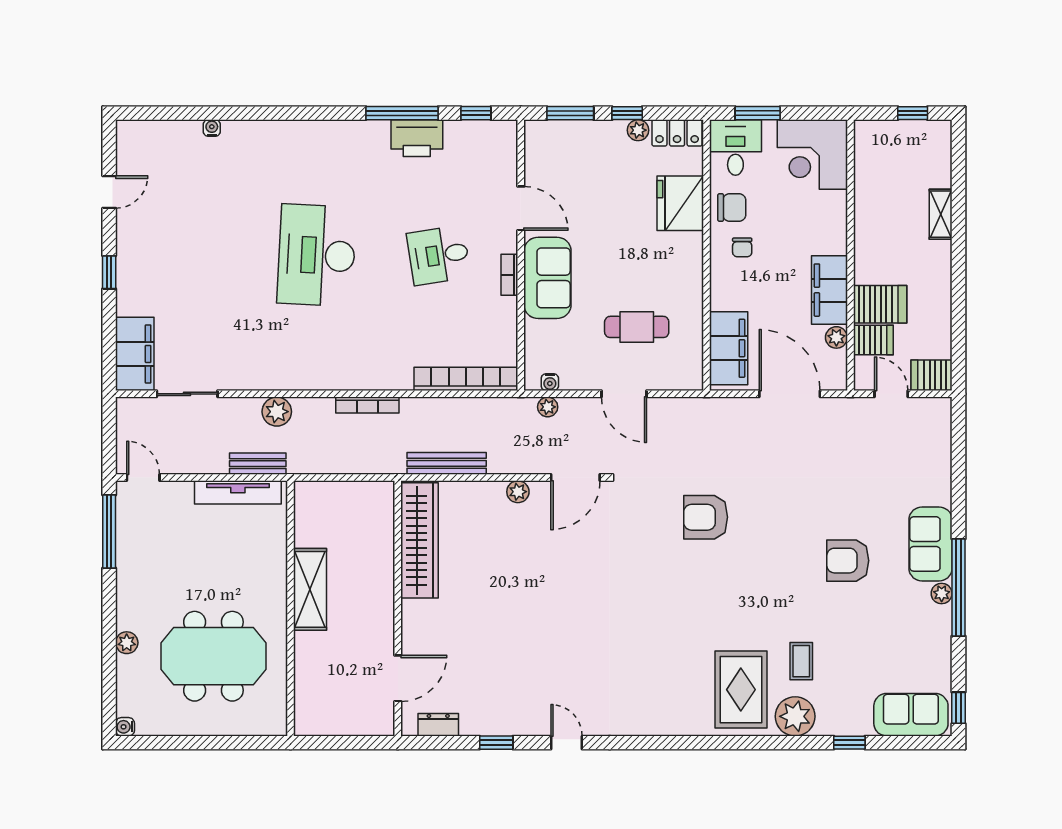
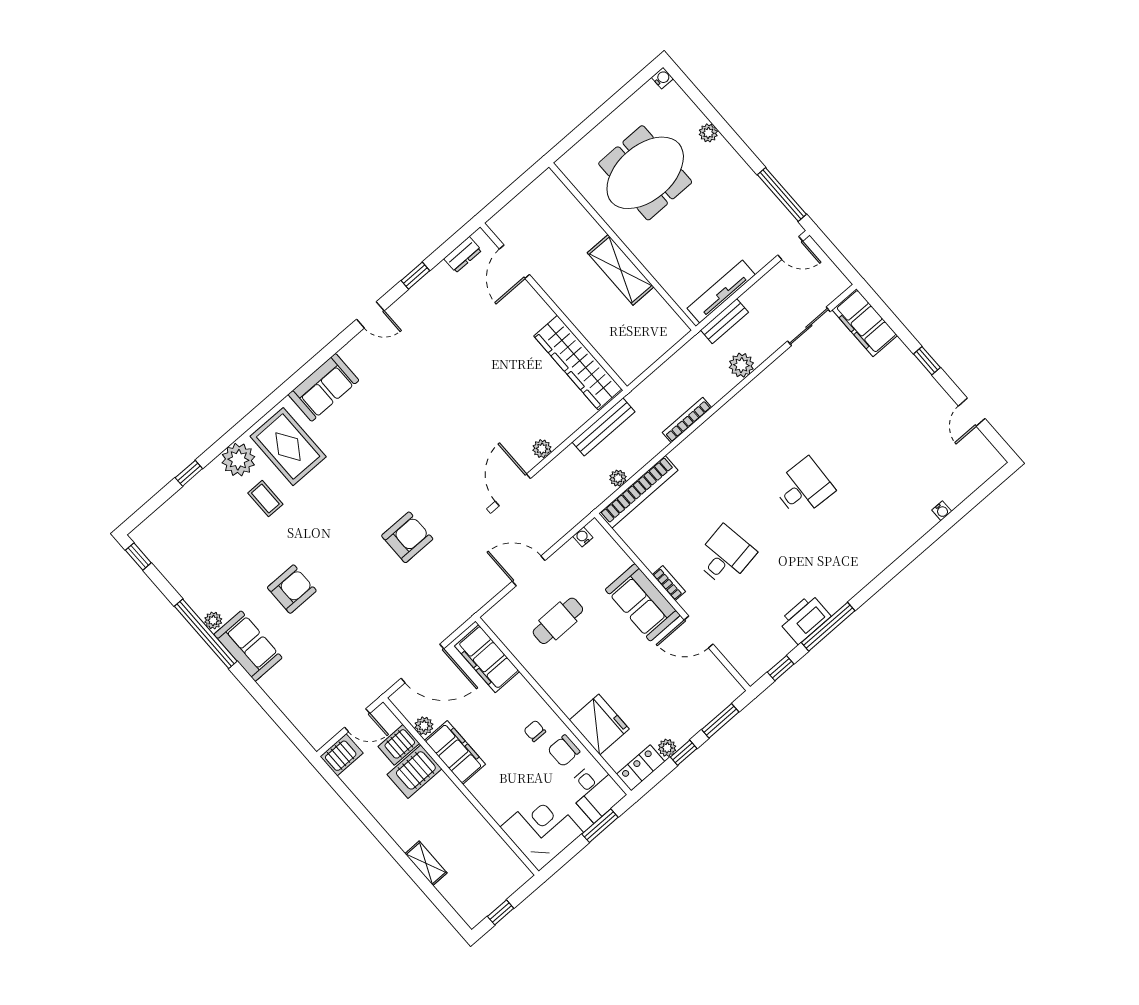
desk: (317, 255) -> (803, 488), width x0.53, depth x0.77
plant: (548, 407) -> (618, 478), moved
sofa: (911, 715) -> (323, 387), moved

